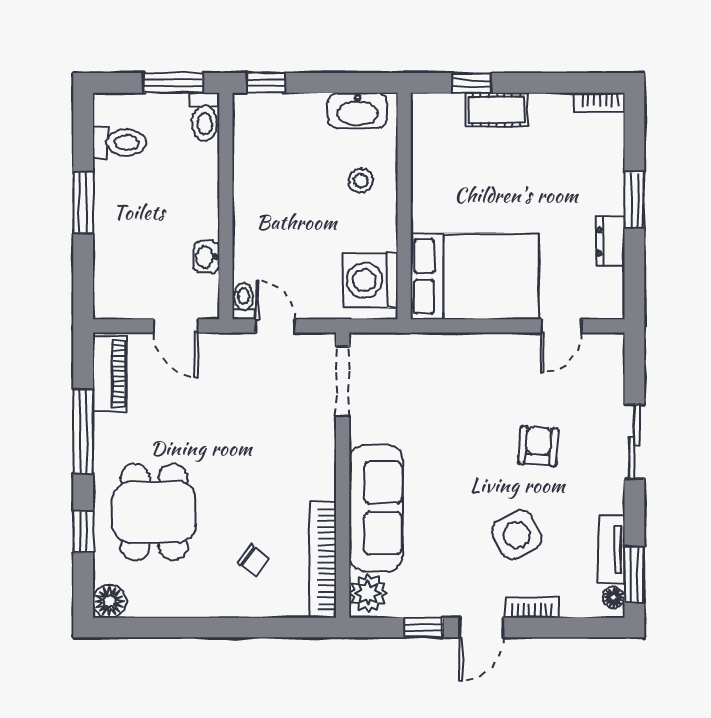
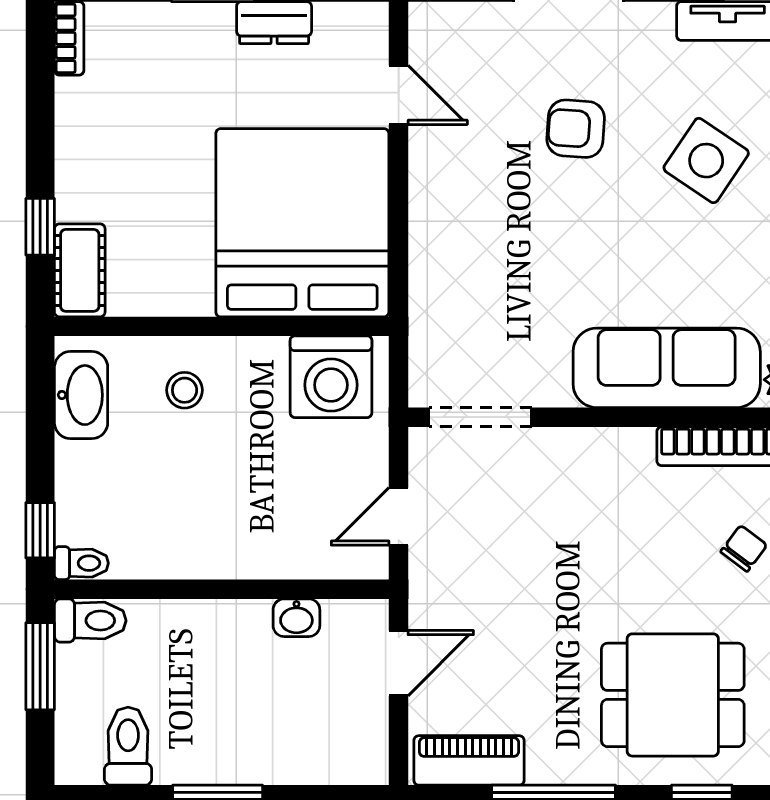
cot: (496, 110) -> (80, 270), moved
bed: (475, 276) -> (302, 223), width x1.36
toilet: (244, 301) -> (81, 563), moved, turned 180
side table: (517, 535) -> (706, 161), turned -30

